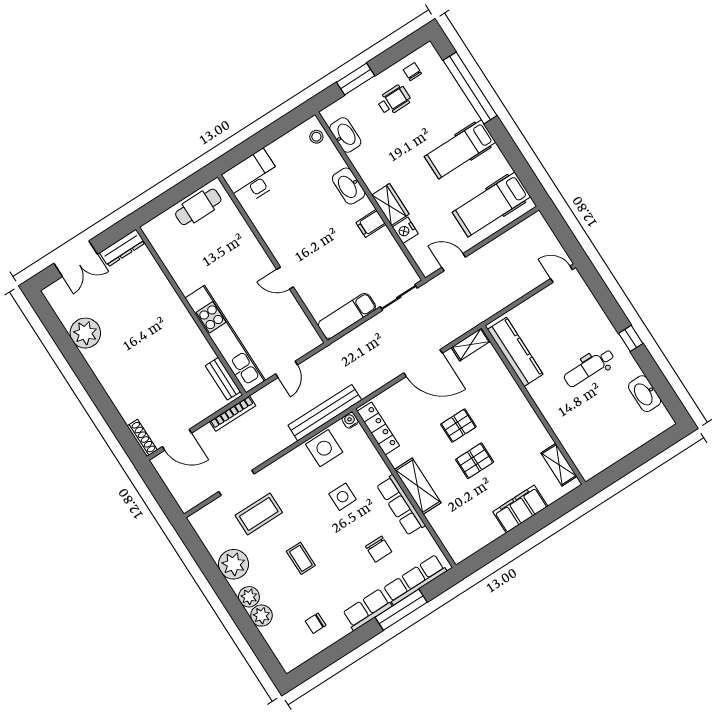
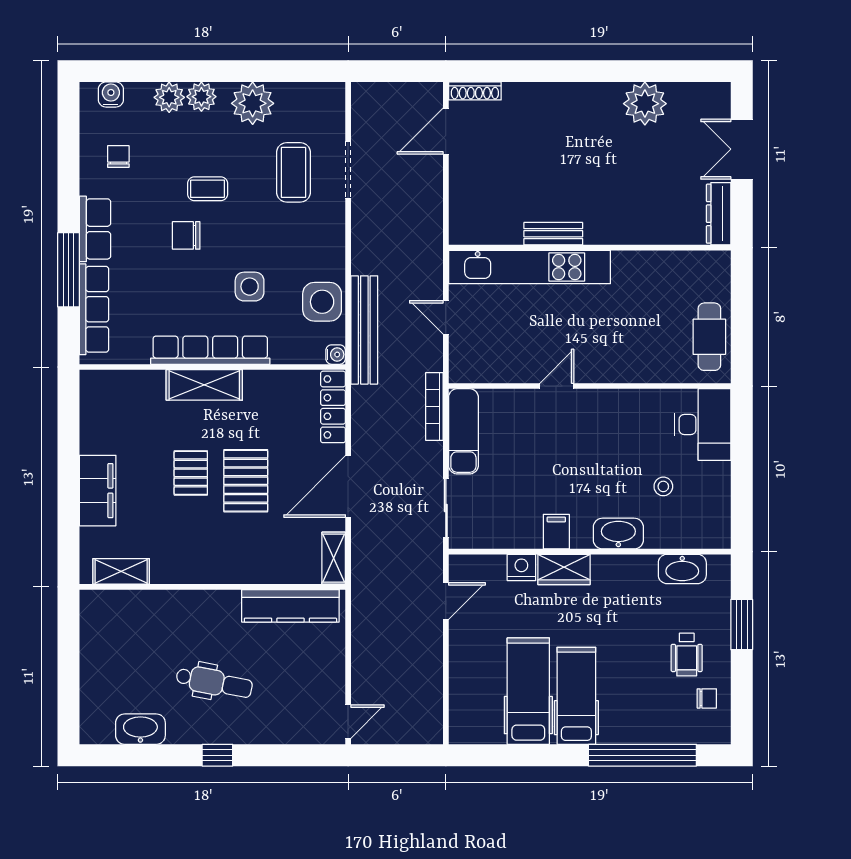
stool: (316, 137) -> (663, 486), moved
hospital bed: (491, 204) -> (528, 691), moved
dental chair: (589, 368) -> (214, 682), turned 101
bench: (223, 379) -> (553, 234), moved
bookcase: (233, 414) -> (434, 407), moved
pallet: (458, 426) -> (246, 481), width x1.50, depth x1.42
locker: (378, 428) -> (333, 407), moved, turned 90
row of seats: (401, 505) -> (210, 350), width x1.36
chair: (379, 549) -> (186, 235), moved
water cooler: (282, 651) -> (111, 94), added

